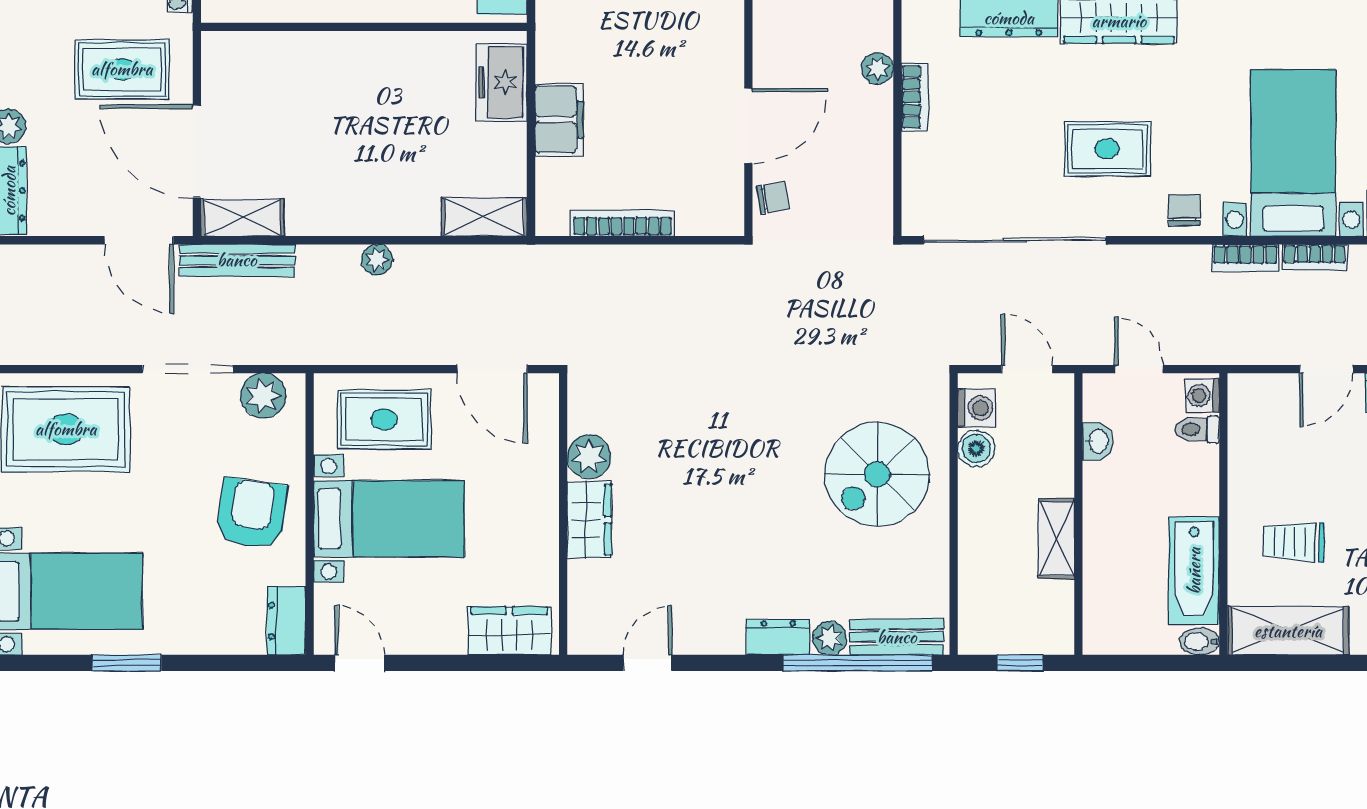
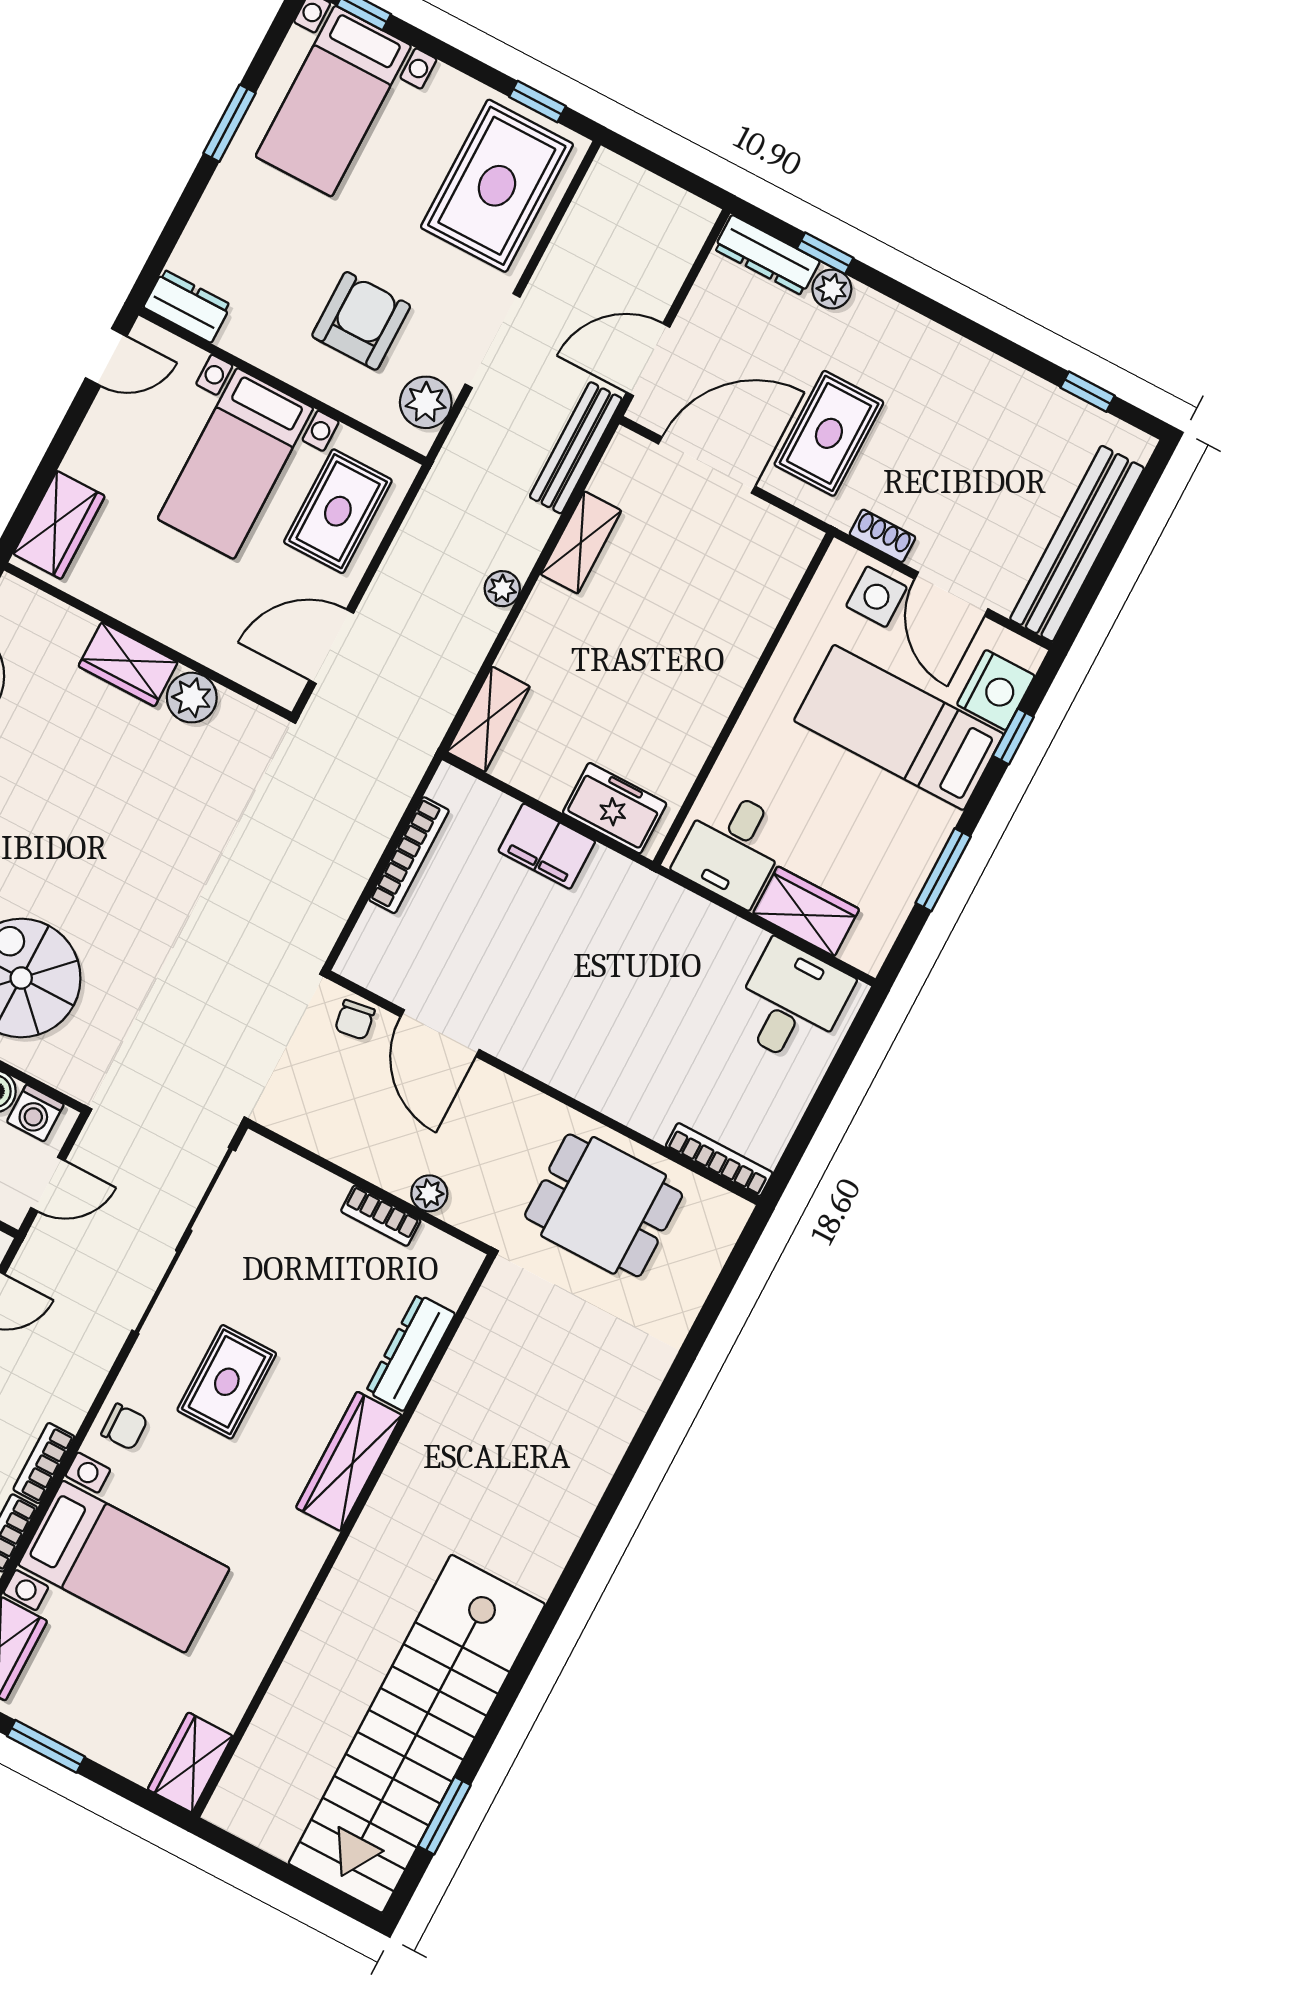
shelving: (242, 218) -> (581, 542), moved
armchair: (252, 514) -> (361, 321), moved, turned -98

